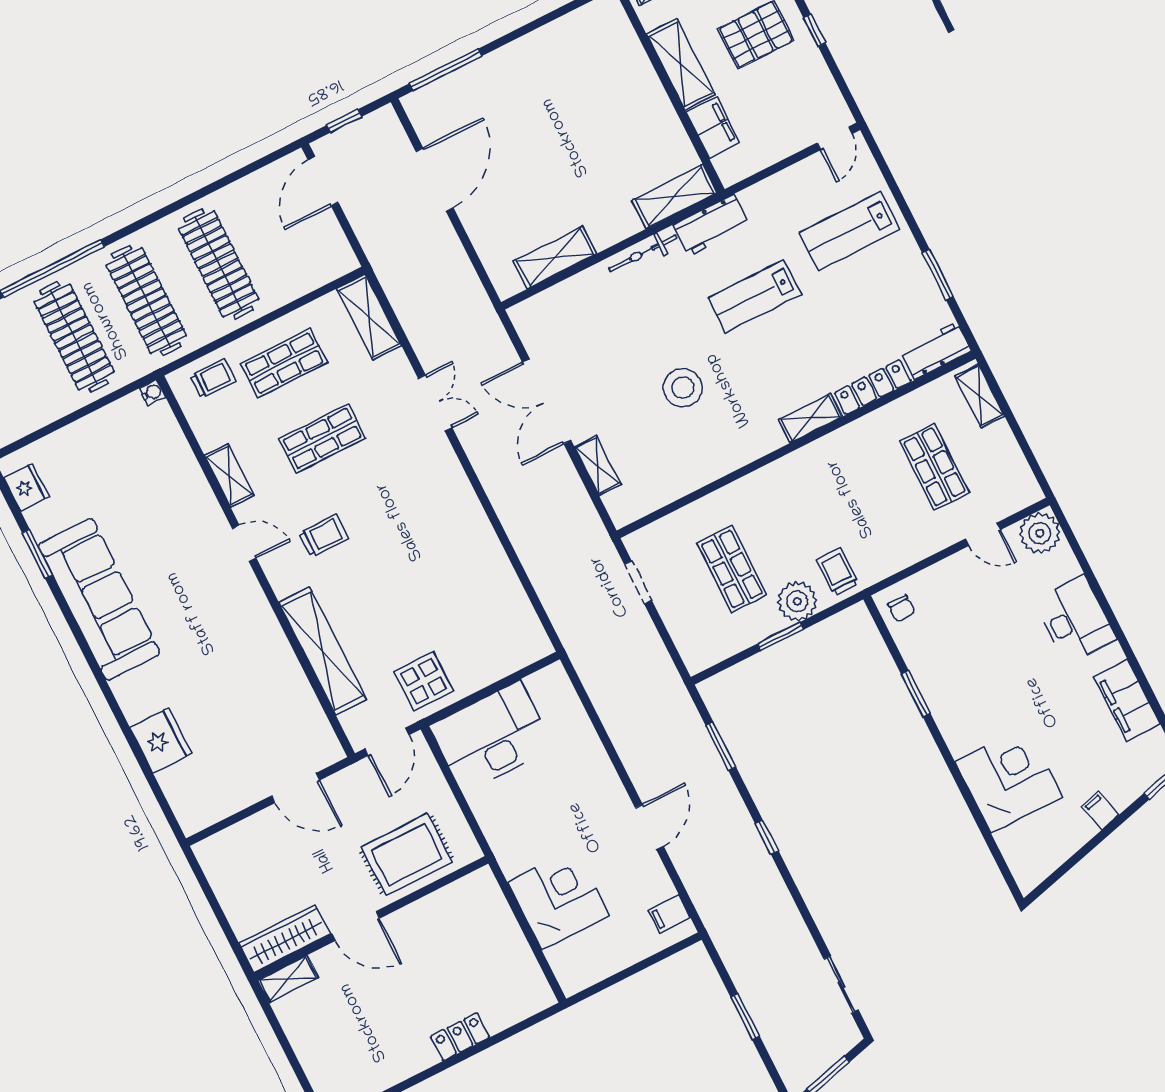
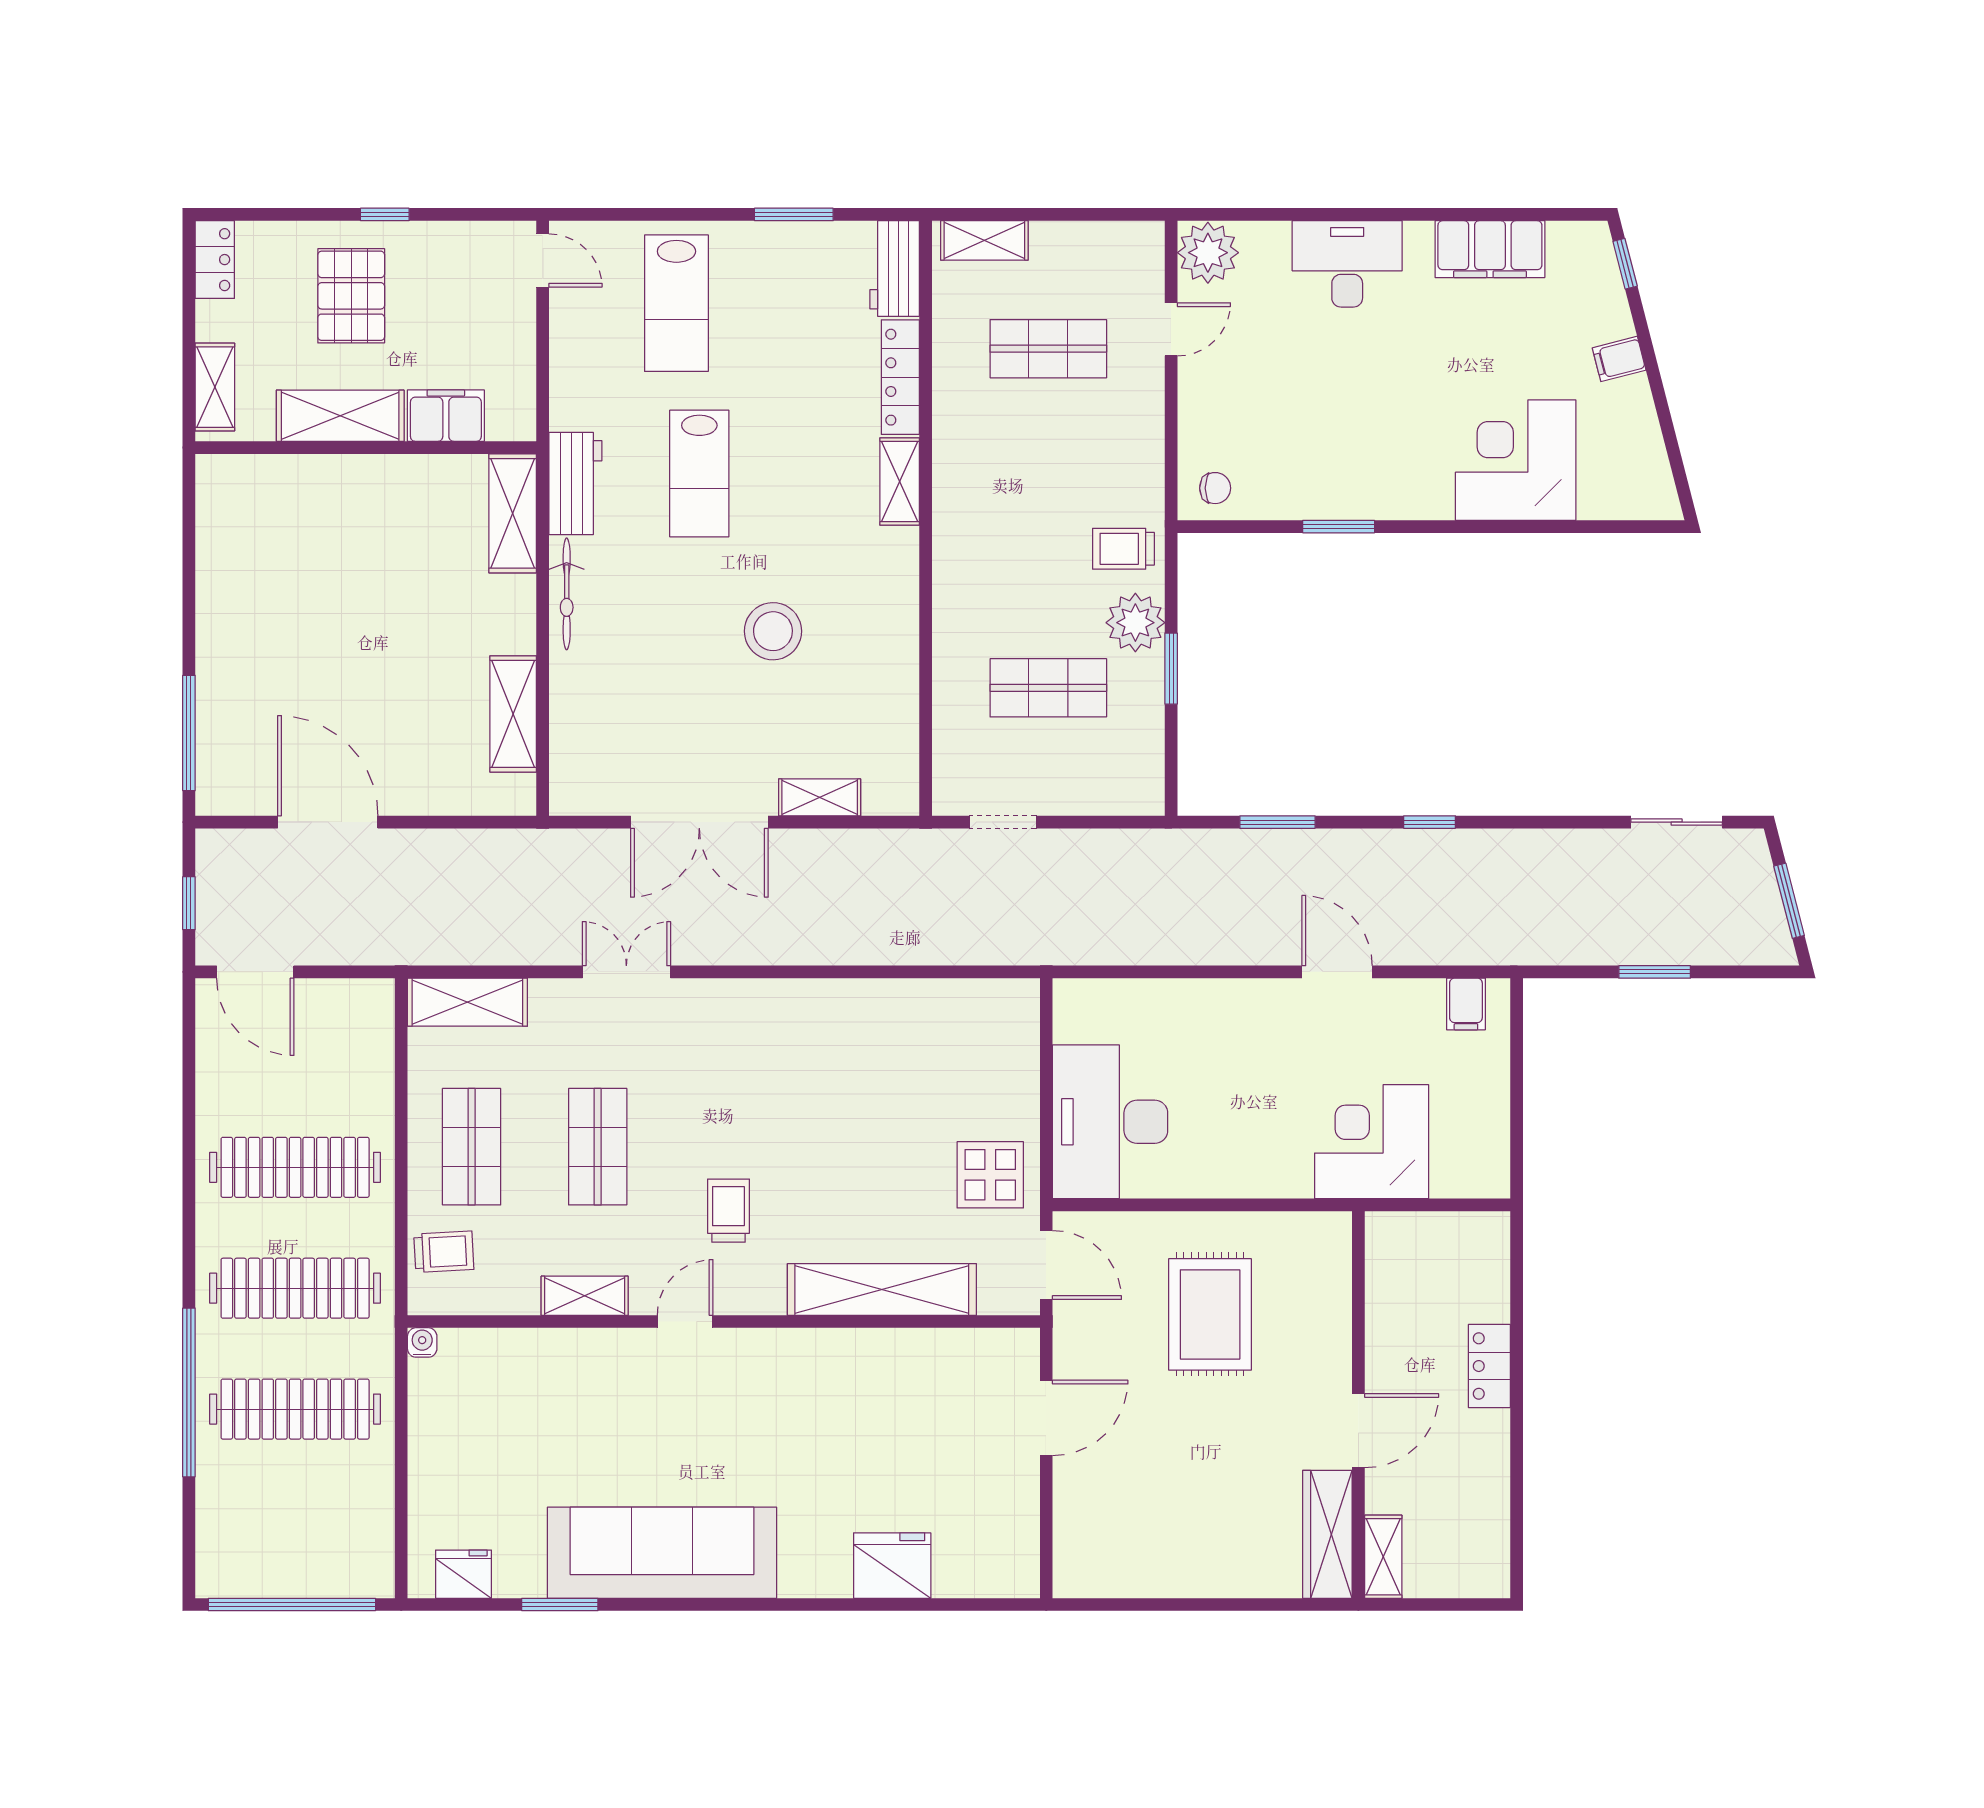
trolley: (213, 378) -> (444, 1252), turned 87
wall: (371, 918) -> (1358, 1405), moved
door: (356, 926) -> (1358, 1431), moved
wardrobe: (284, 939) -> (1327, 1534), moved
shelving: (288, 979) -> (1383, 1557), moved

